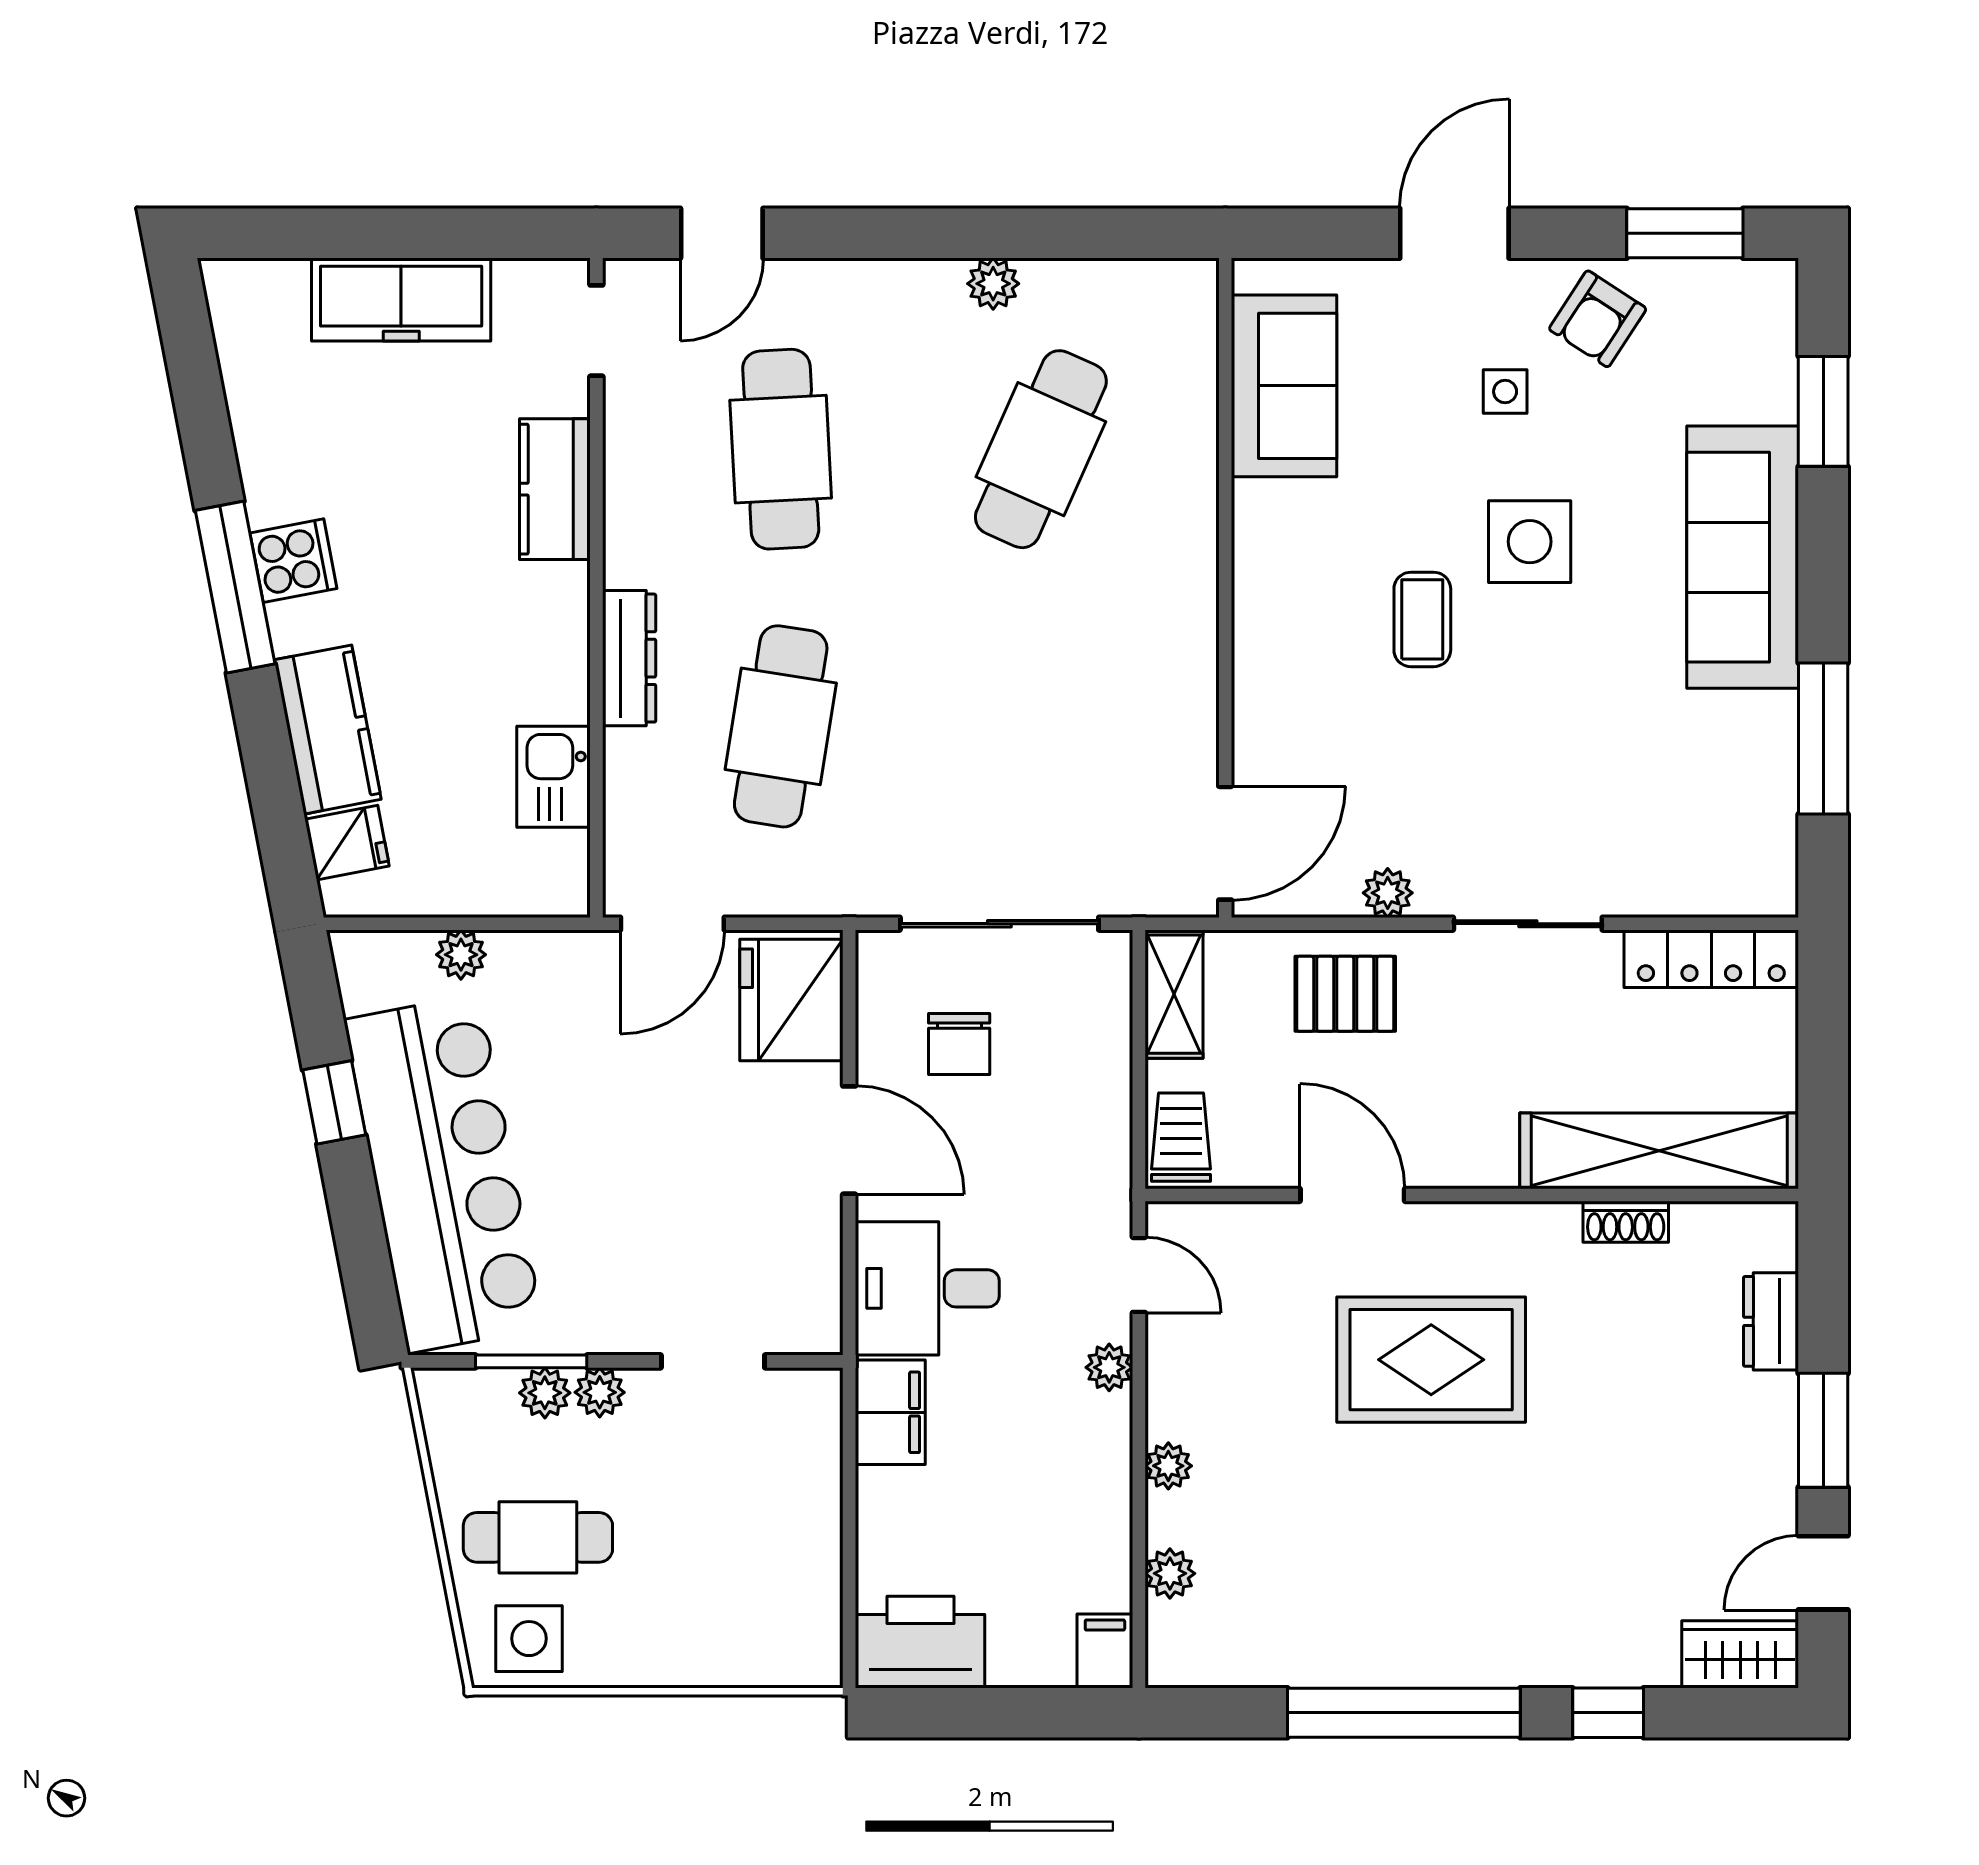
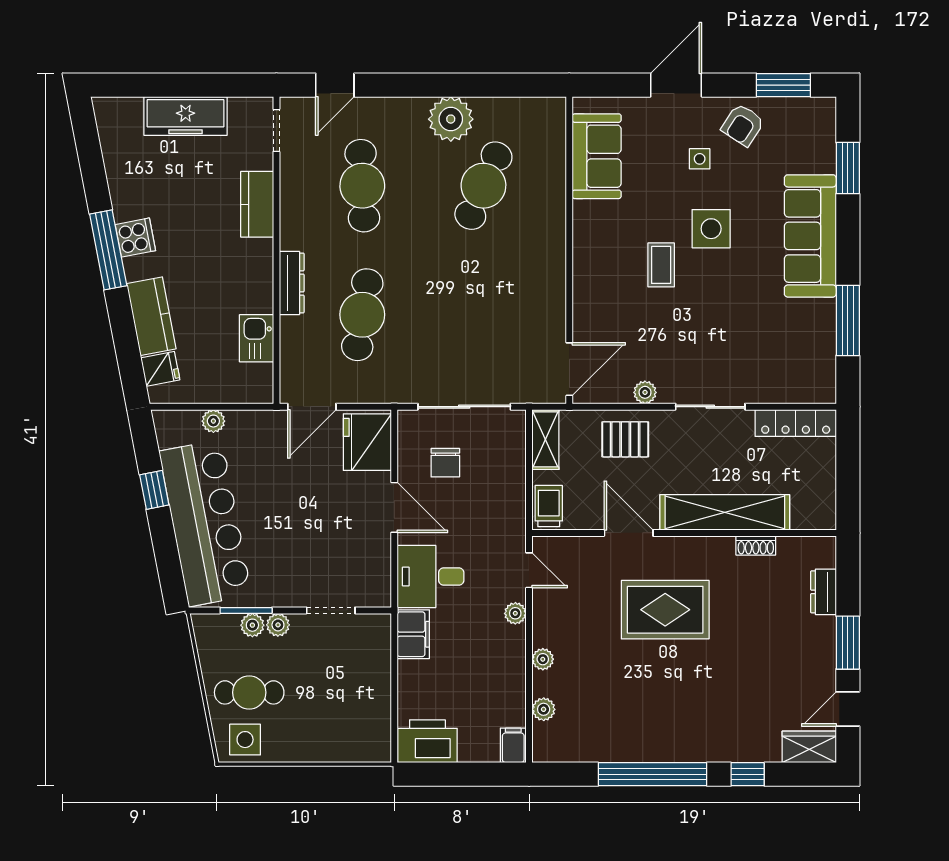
plant: (993, 284) -> (451, 119), width x1.88, depth x1.88
shelving: (1659, 1151) -> (725, 512), moved

